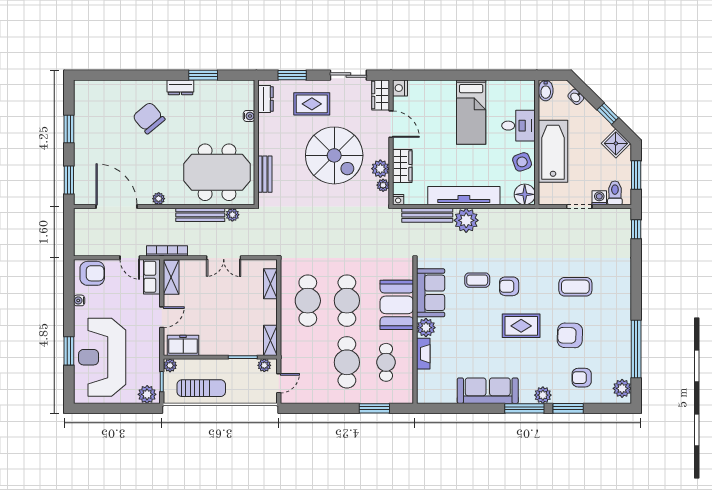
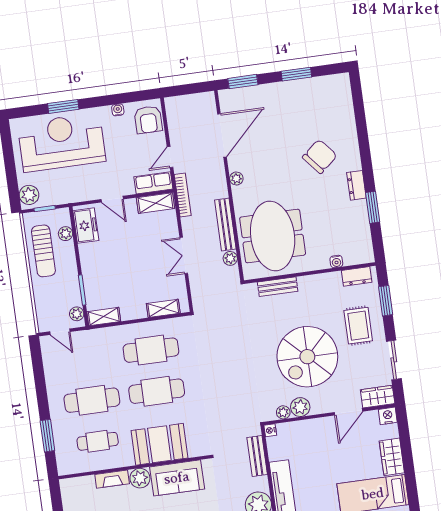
wardrobe: (402, 166) -> (392, 457), moved, turned 90
bench: (427, 215) -> (257, 456), width x0.73
plant: (170, 365) -> (66, 234), moved

